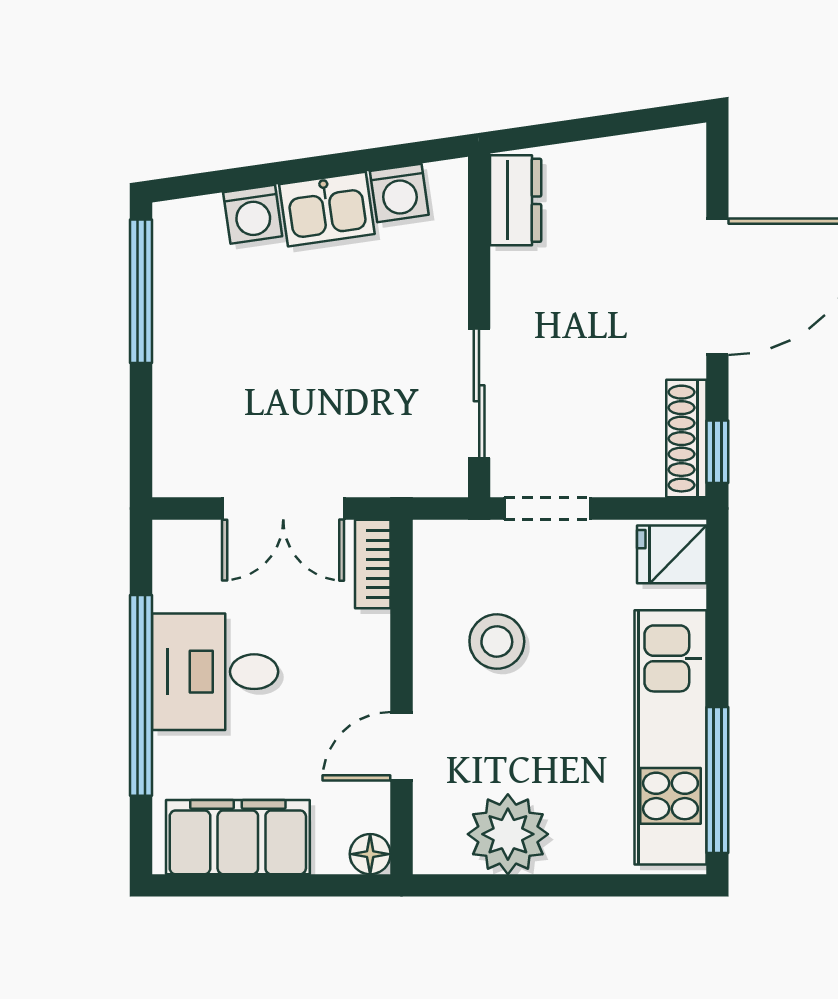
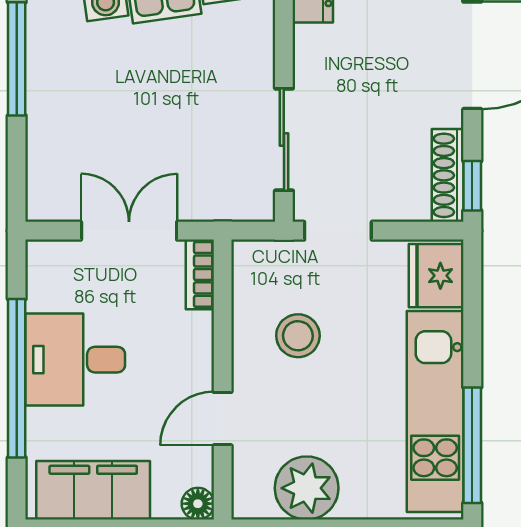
double door: (283, 509) -> (129, 231), swing flipped
fridge: (672, 554) -> (436, 276), width x1.38

